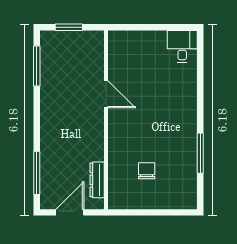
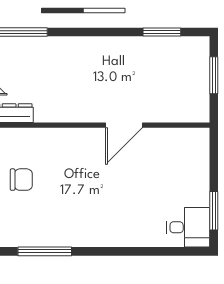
window: (170, 27) -> (214, 211), added
window: (37, 66) -> (162, 32), width x0.69

